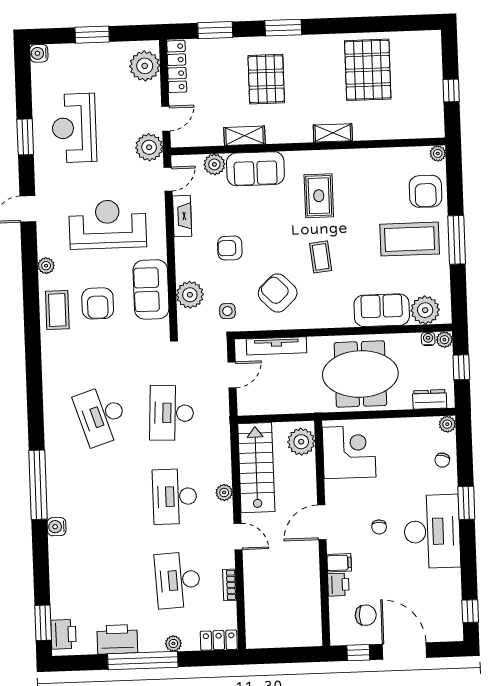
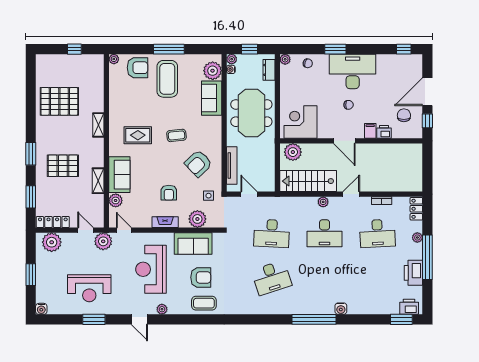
fireplace: (182, 216) -> (165, 222), moved
plant: (46, 266) -> (162, 309), moved

